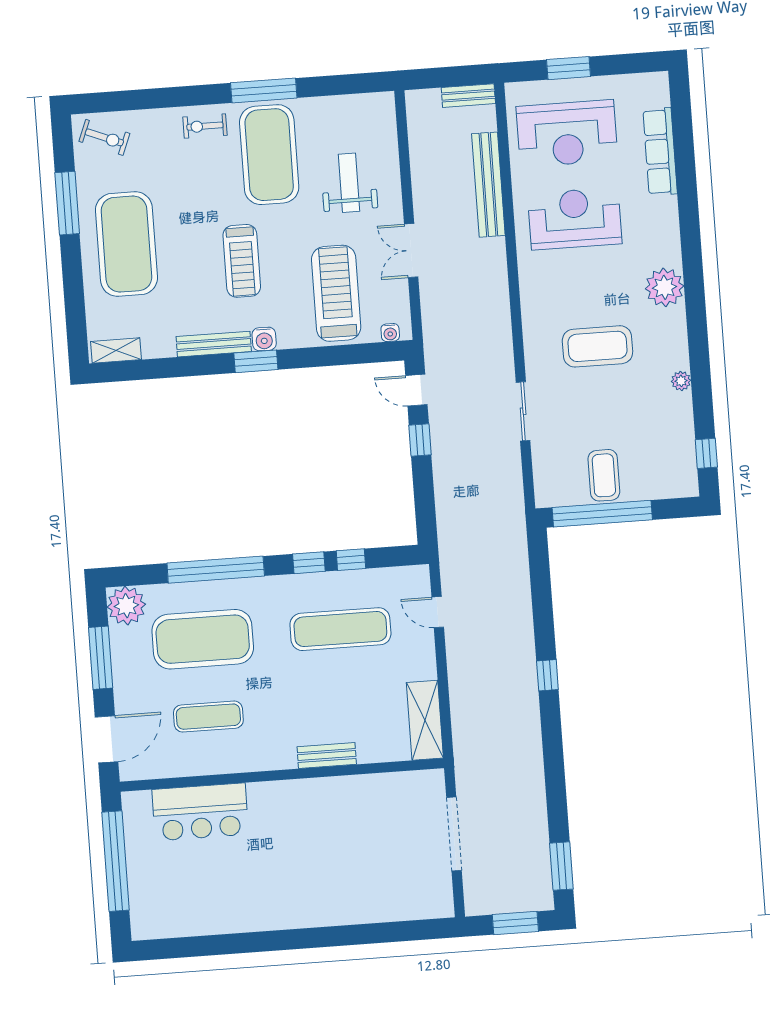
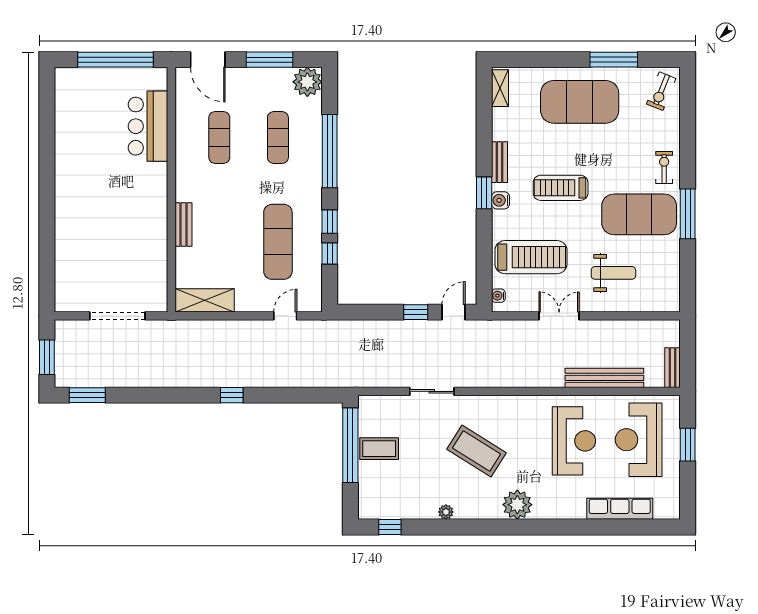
bench: (214, 344) -> (500, 162), width x0.73
coffee table: (597, 346) -> (477, 451), turned -58
exercise mat: (203, 639) -> (278, 138), width x0.50, depth x0.69

